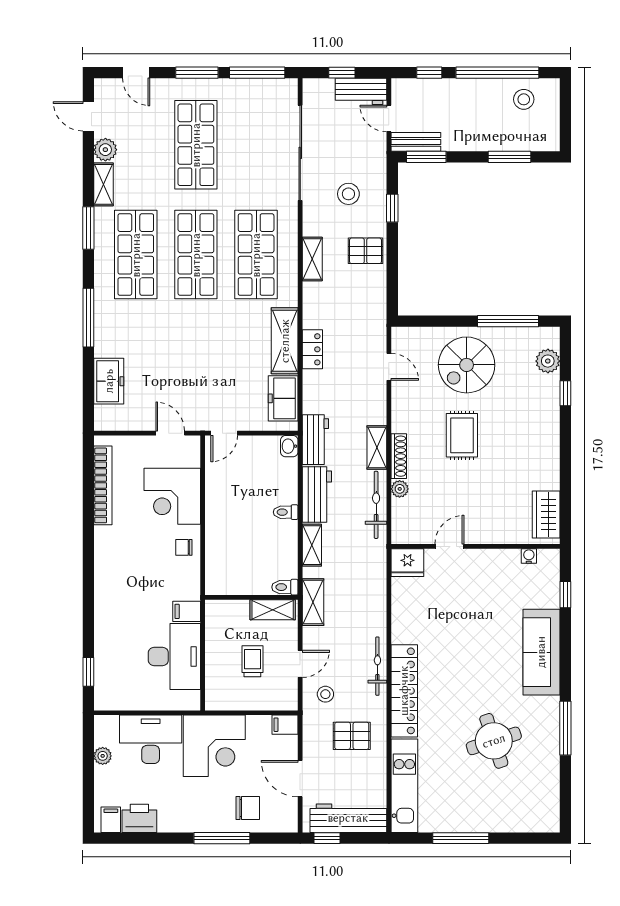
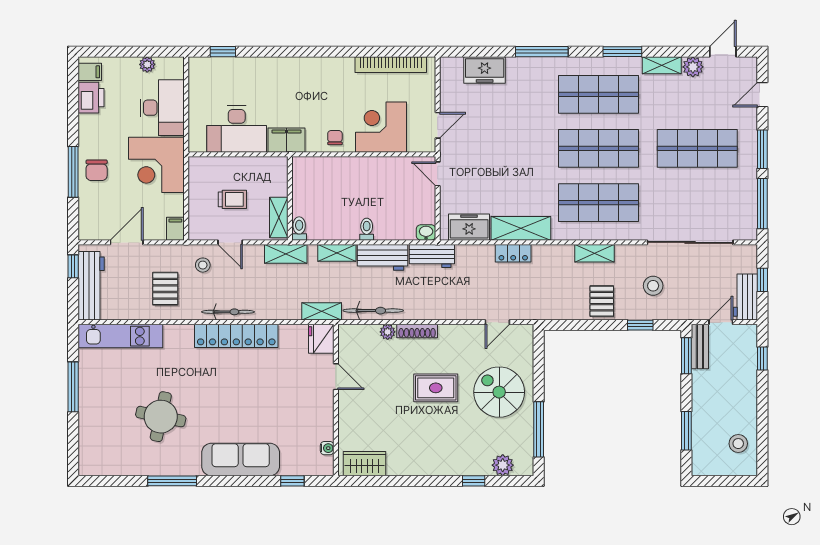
window: (497, 73) -> (762, 420), removed
shelving: (377, 448) -> (322, 311), moved
filing cabinet: (187, 611) -> (287, 140), width x2.00
locker: (404, 691) -> (236, 336), moved
round table: (494, 741) -> (161, 417), turned 30
chair: (248, 808) -> (97, 170), moved

